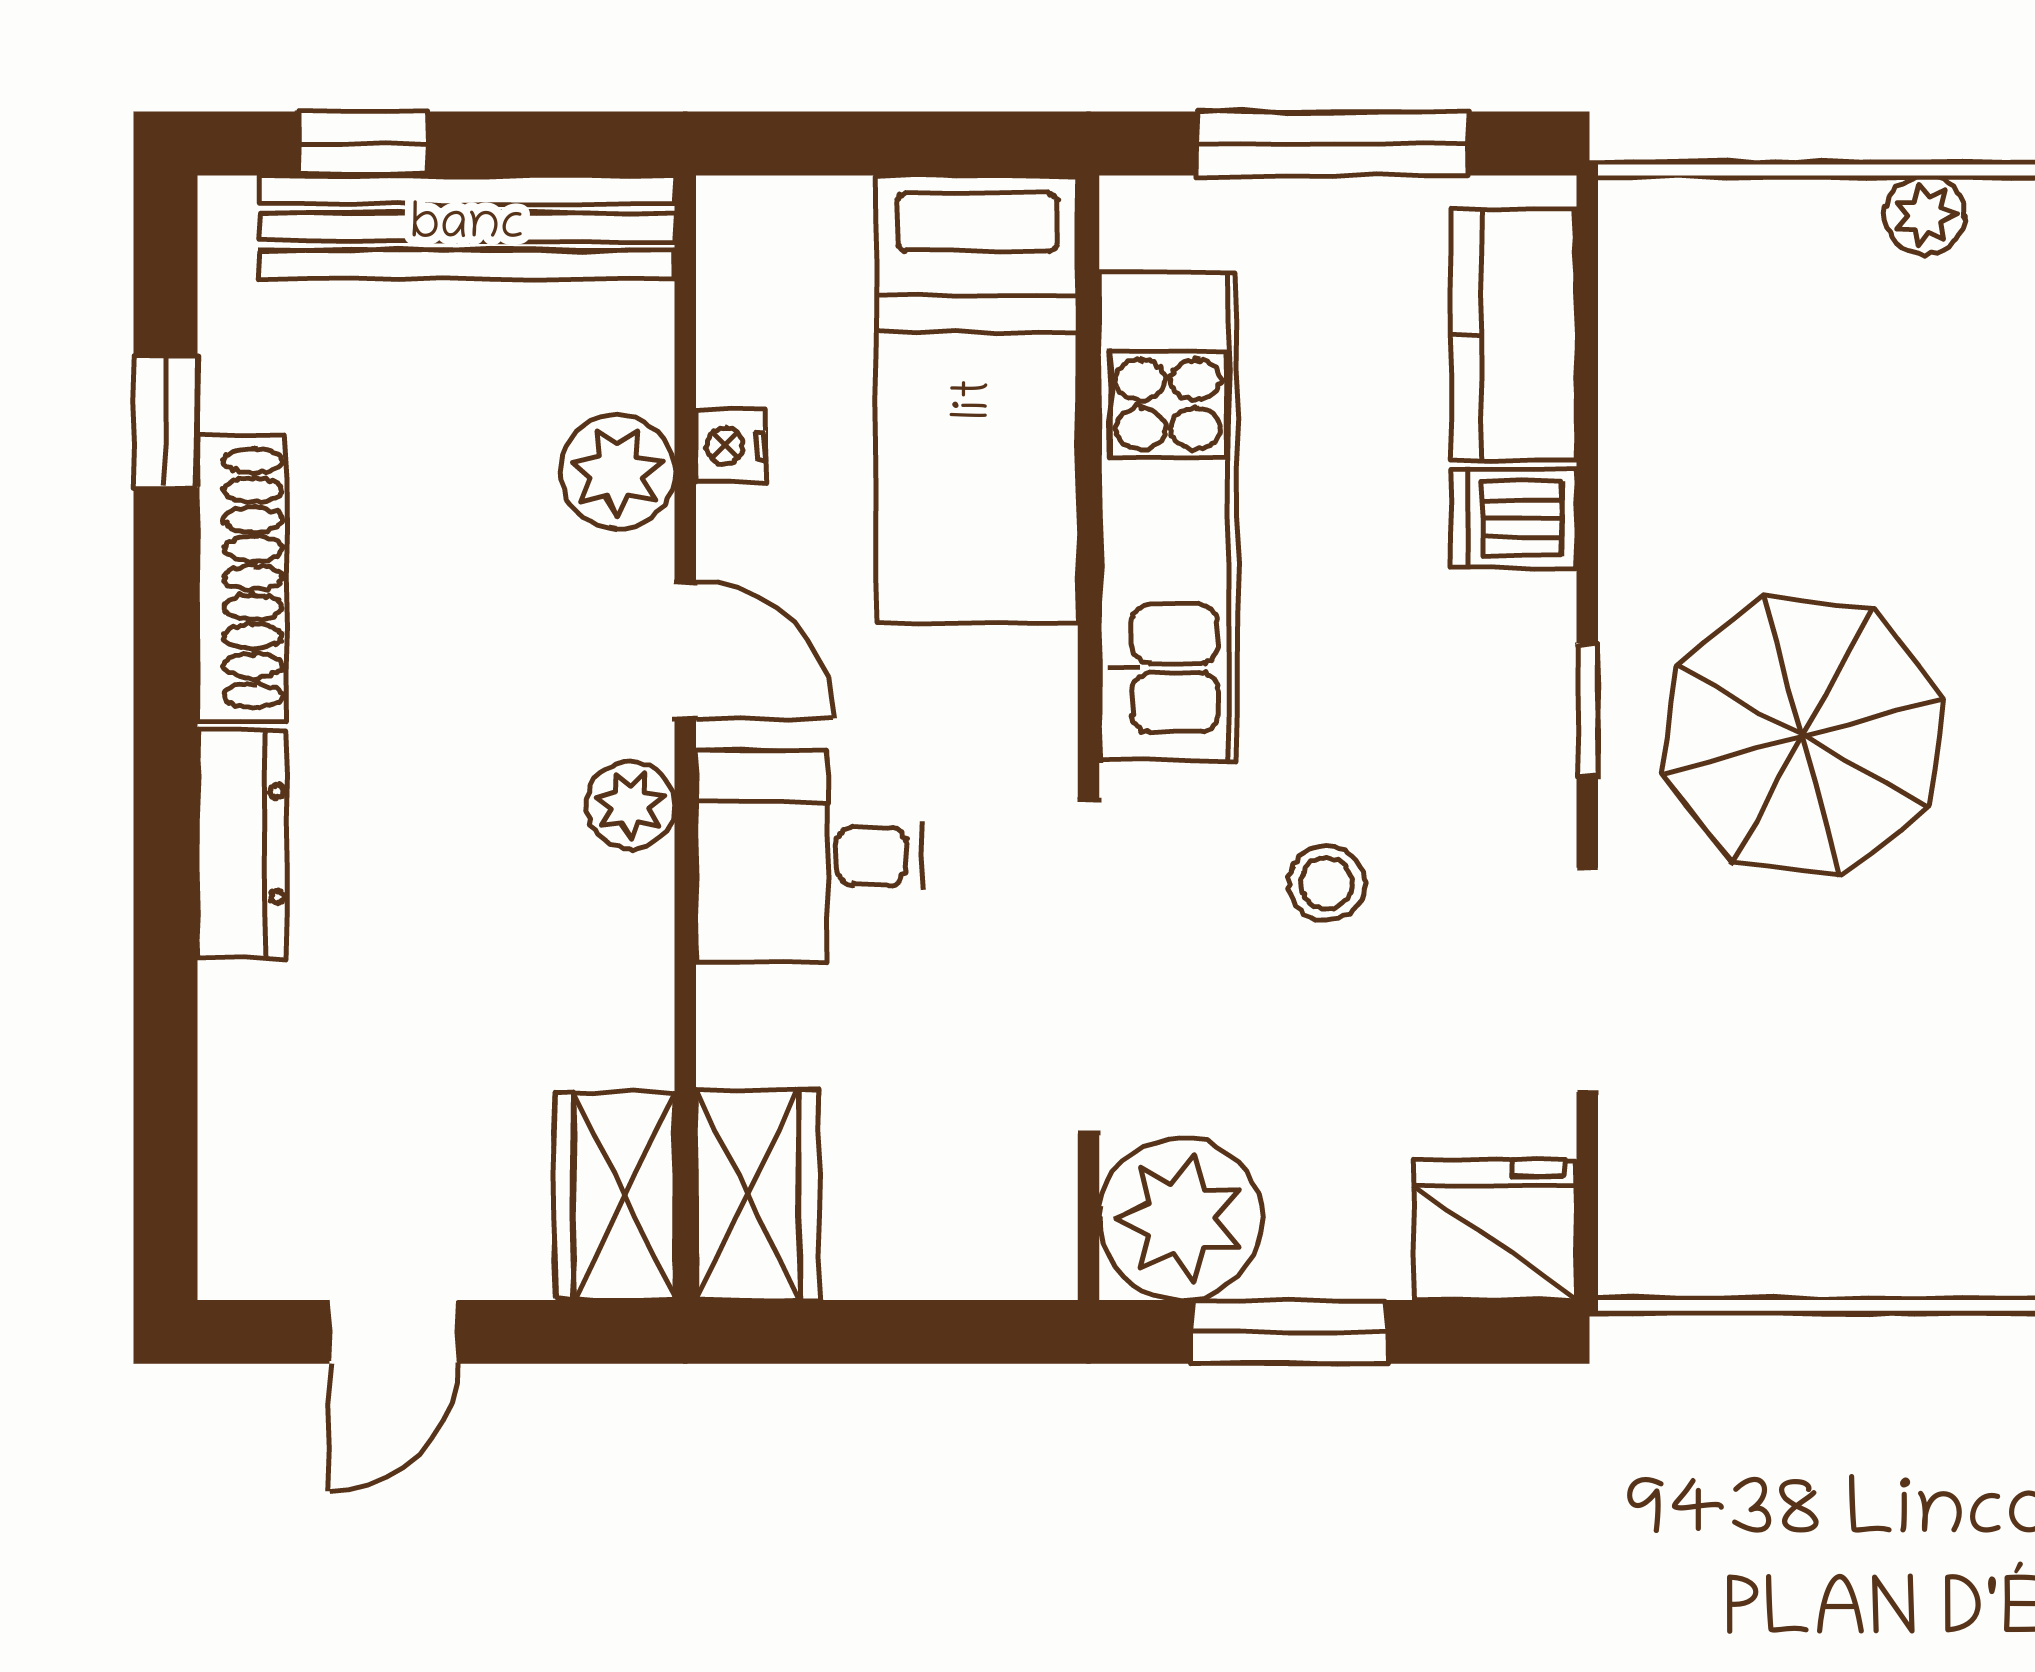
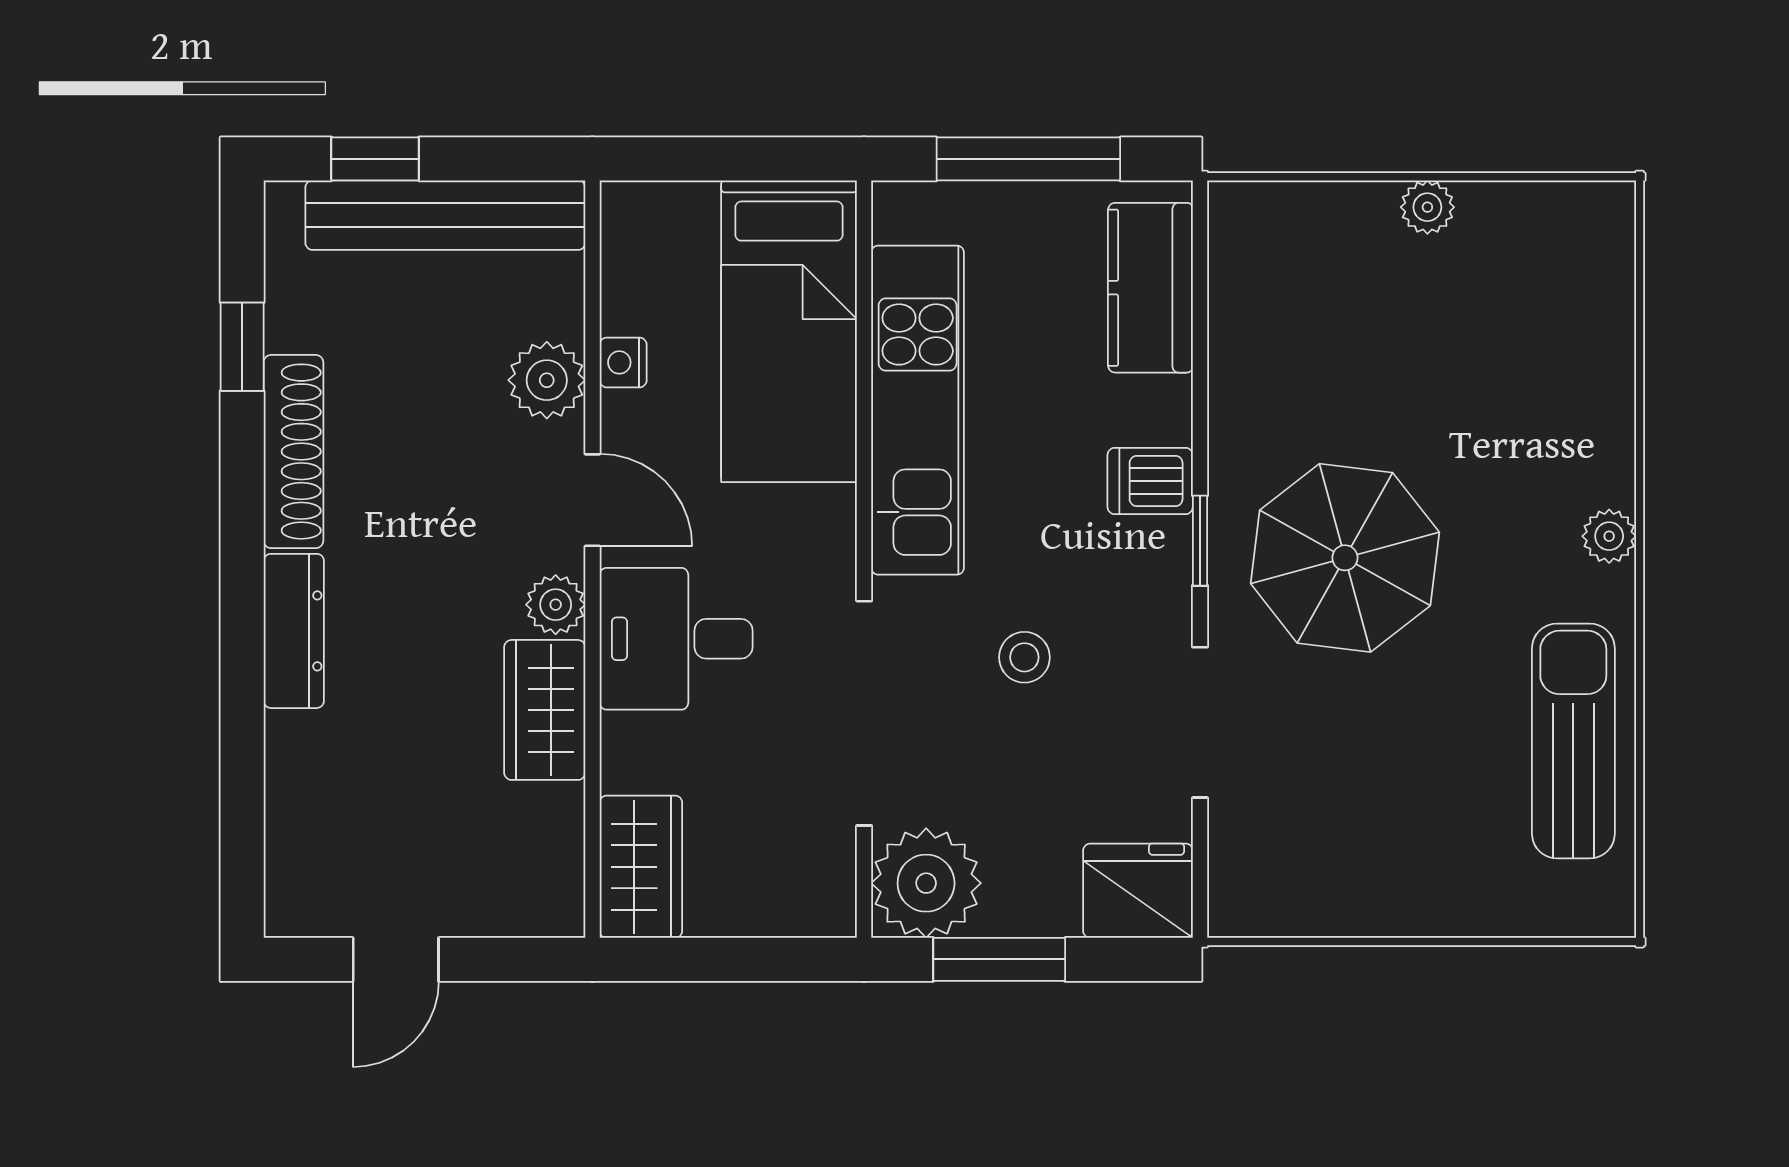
dishwasher: (1513, 518) -> (1150, 481), moved
wardrobe: (615, 1196) -> (545, 710), moved

